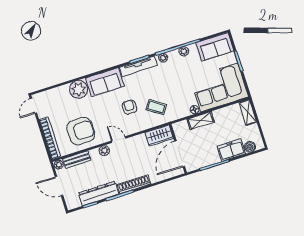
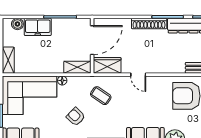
armchair: (129, 107) -> (76, 117), moved, turned 134
shelving: (201, 121) -> (77, 67), moved
door: (118, 140) -> (138, 75), moved
plant: (104, 151) -> (169, 68), removed

